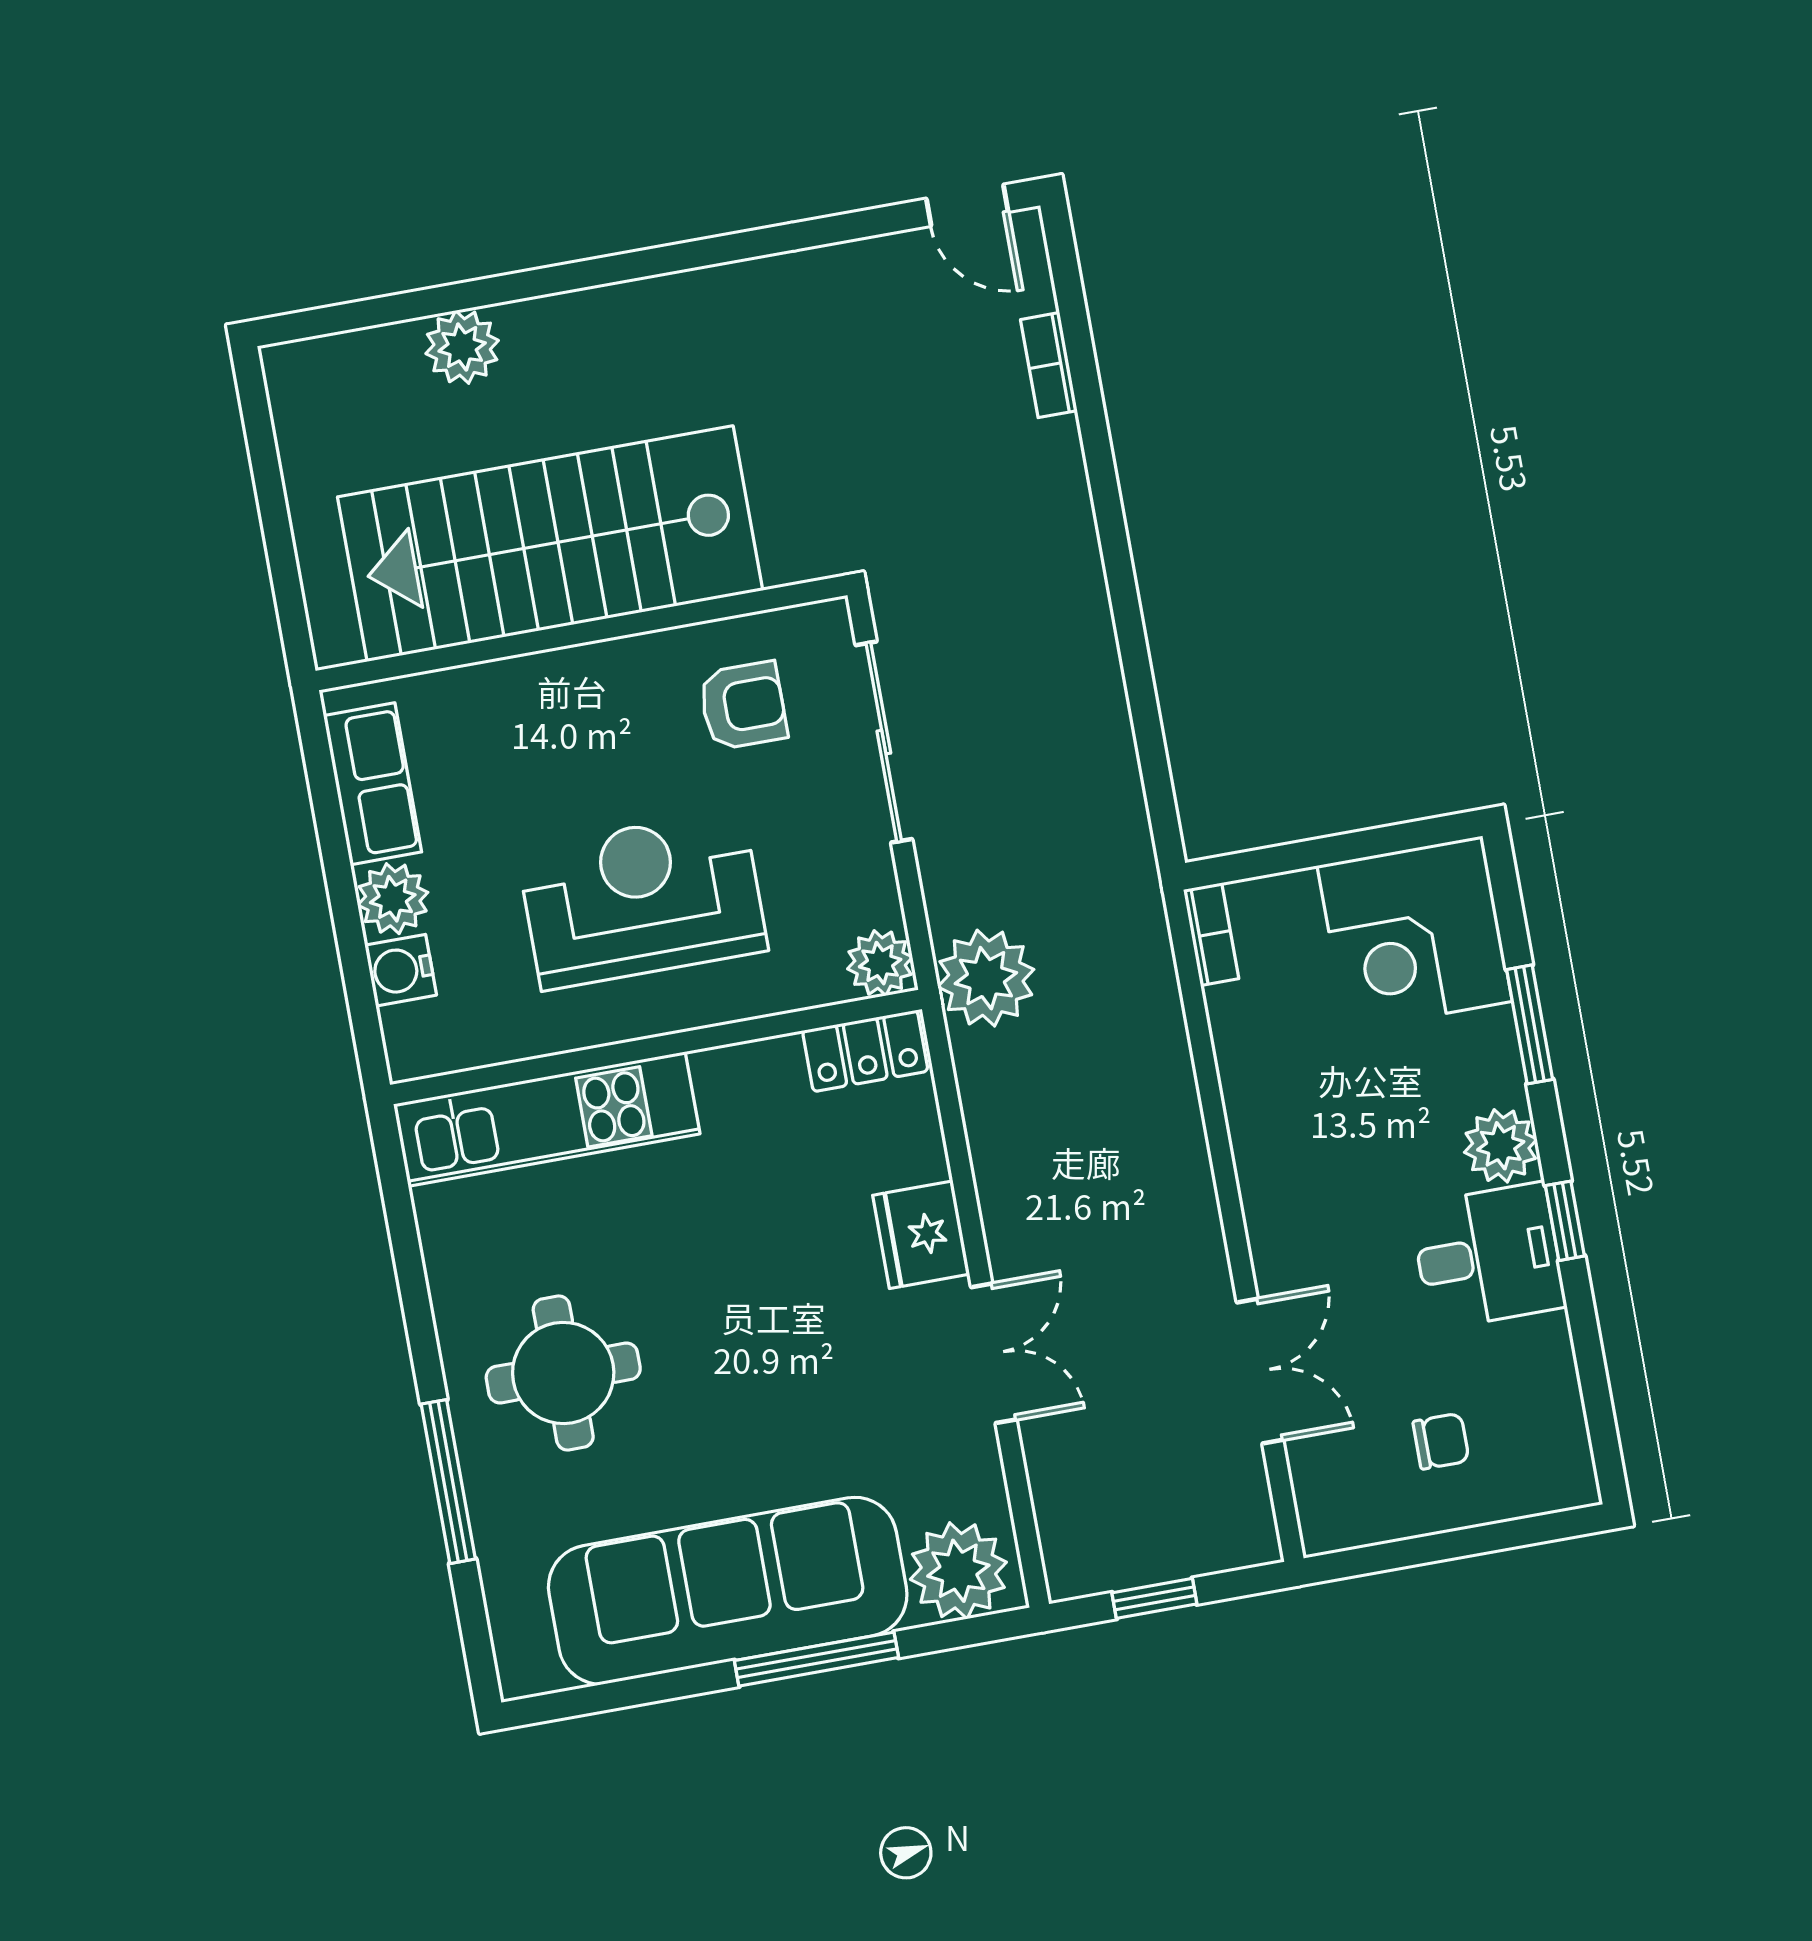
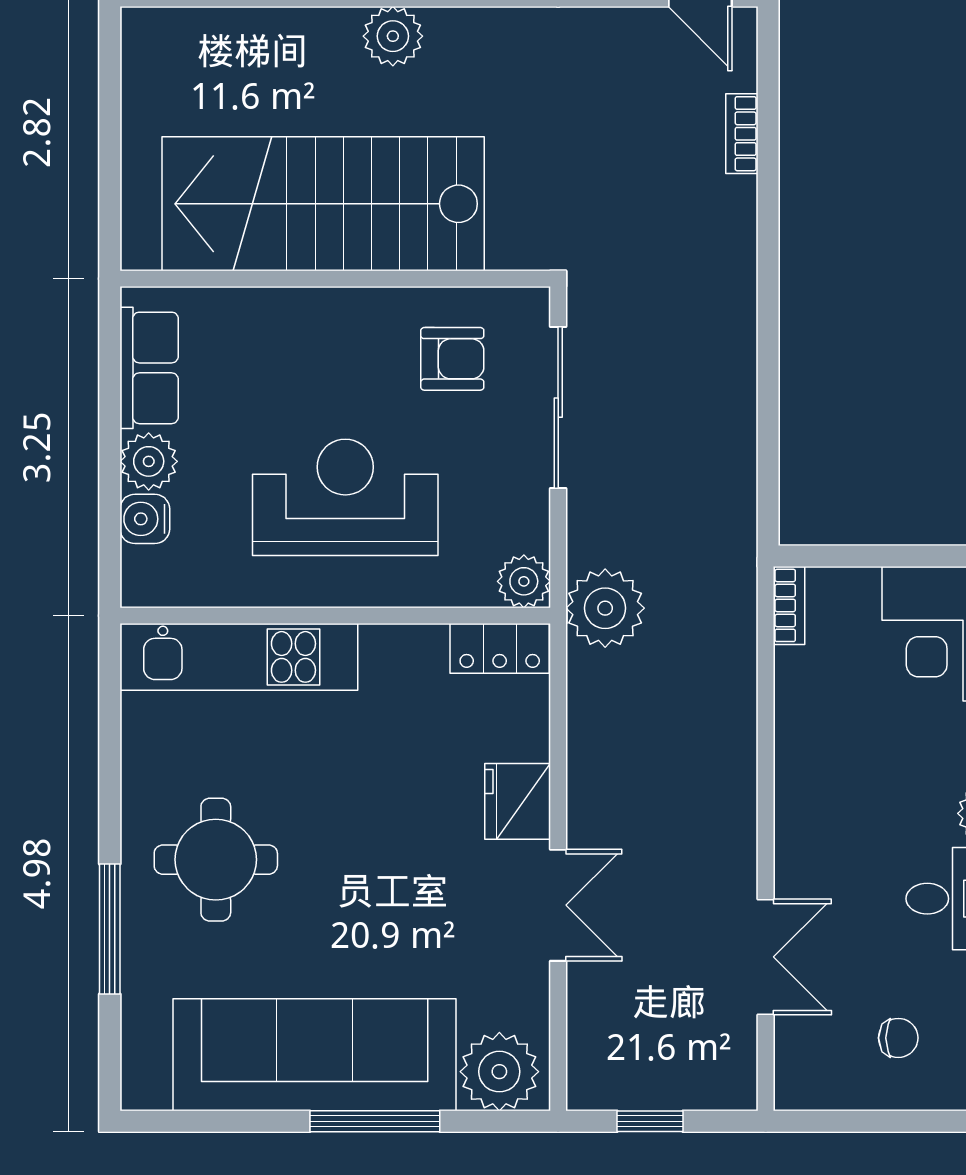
plant: (462, 347) -> (393, 36), moved

